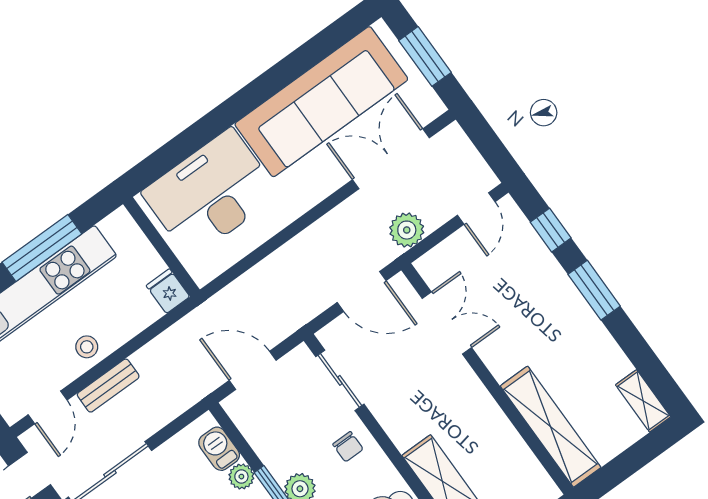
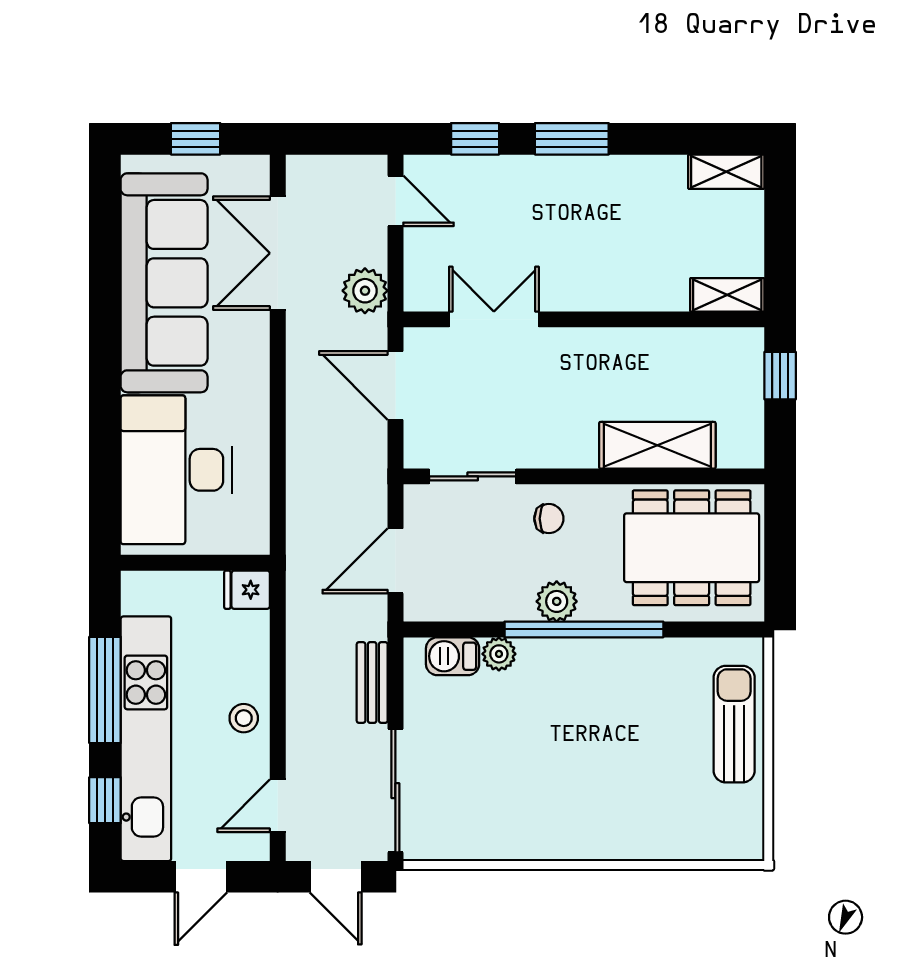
window: (425, 56) -> (196, 139), width x0.67
door: (362, 292) -> (395, 386), swing flipped
bench: (108, 386) -> (372, 682), moved
door: (48, 407) -> (278, 806), swing flipped
shelving: (551, 427) -> (727, 295), width x0.45, depth x0.75

